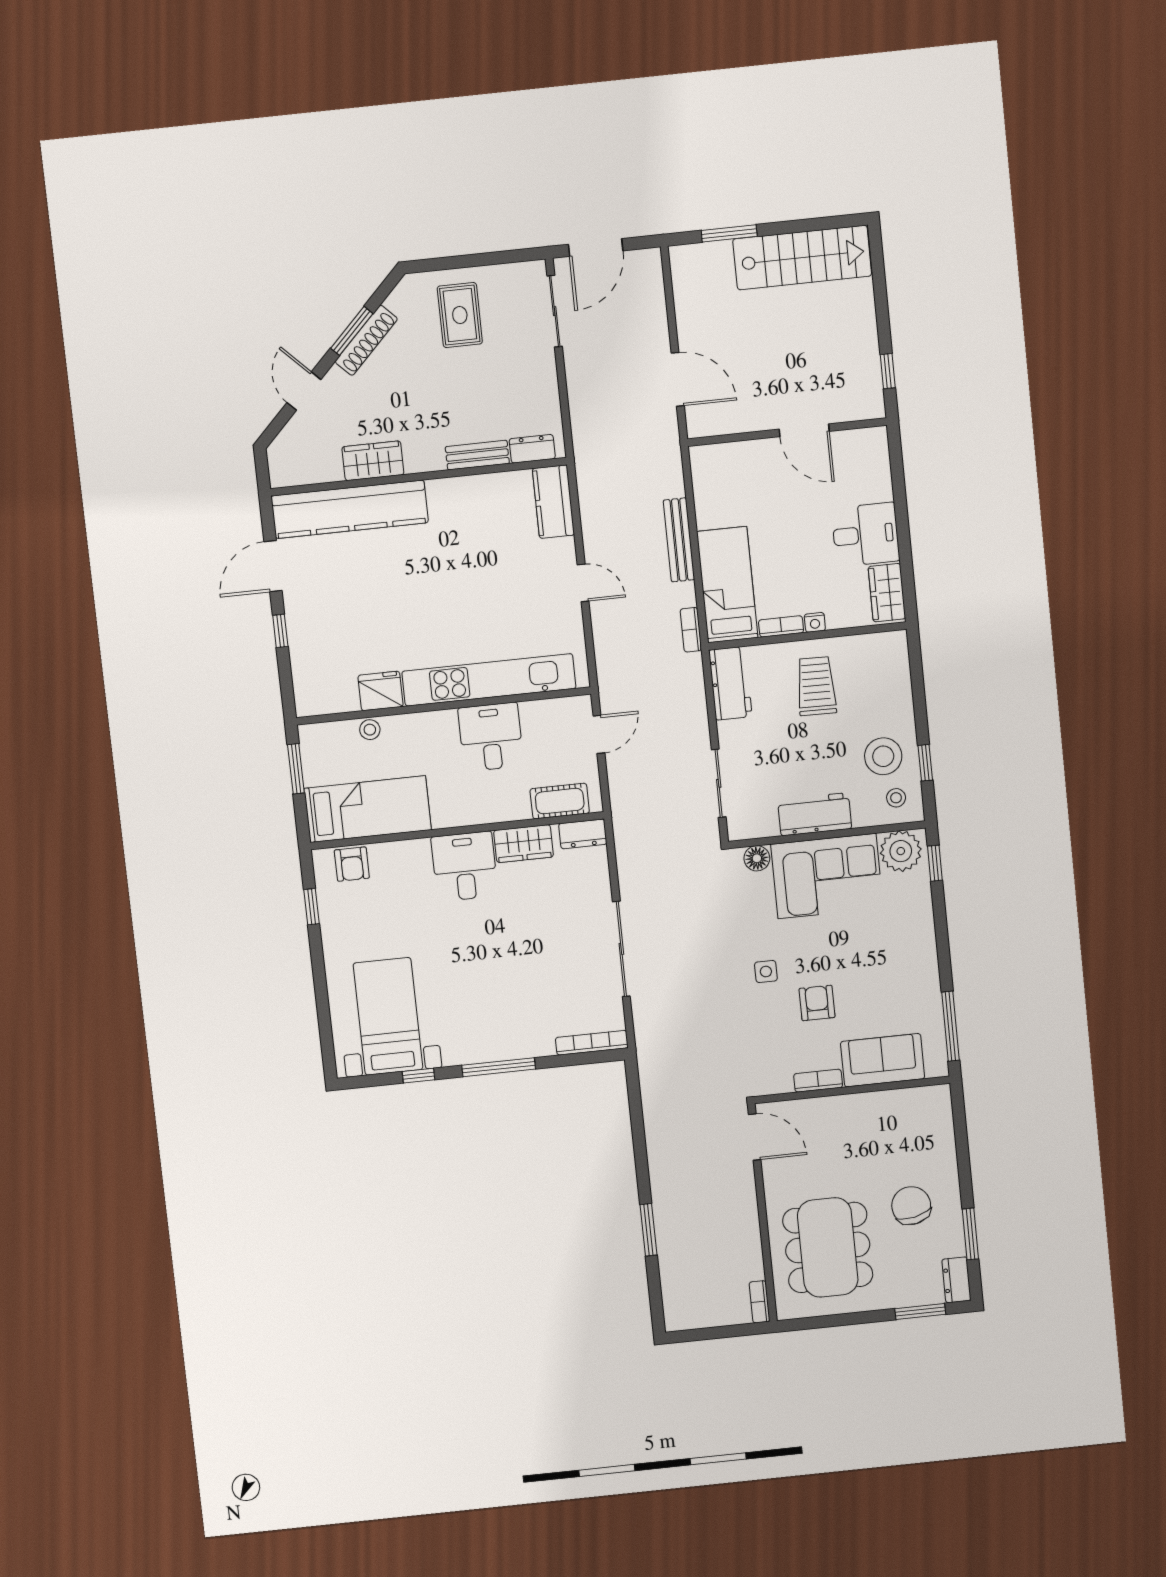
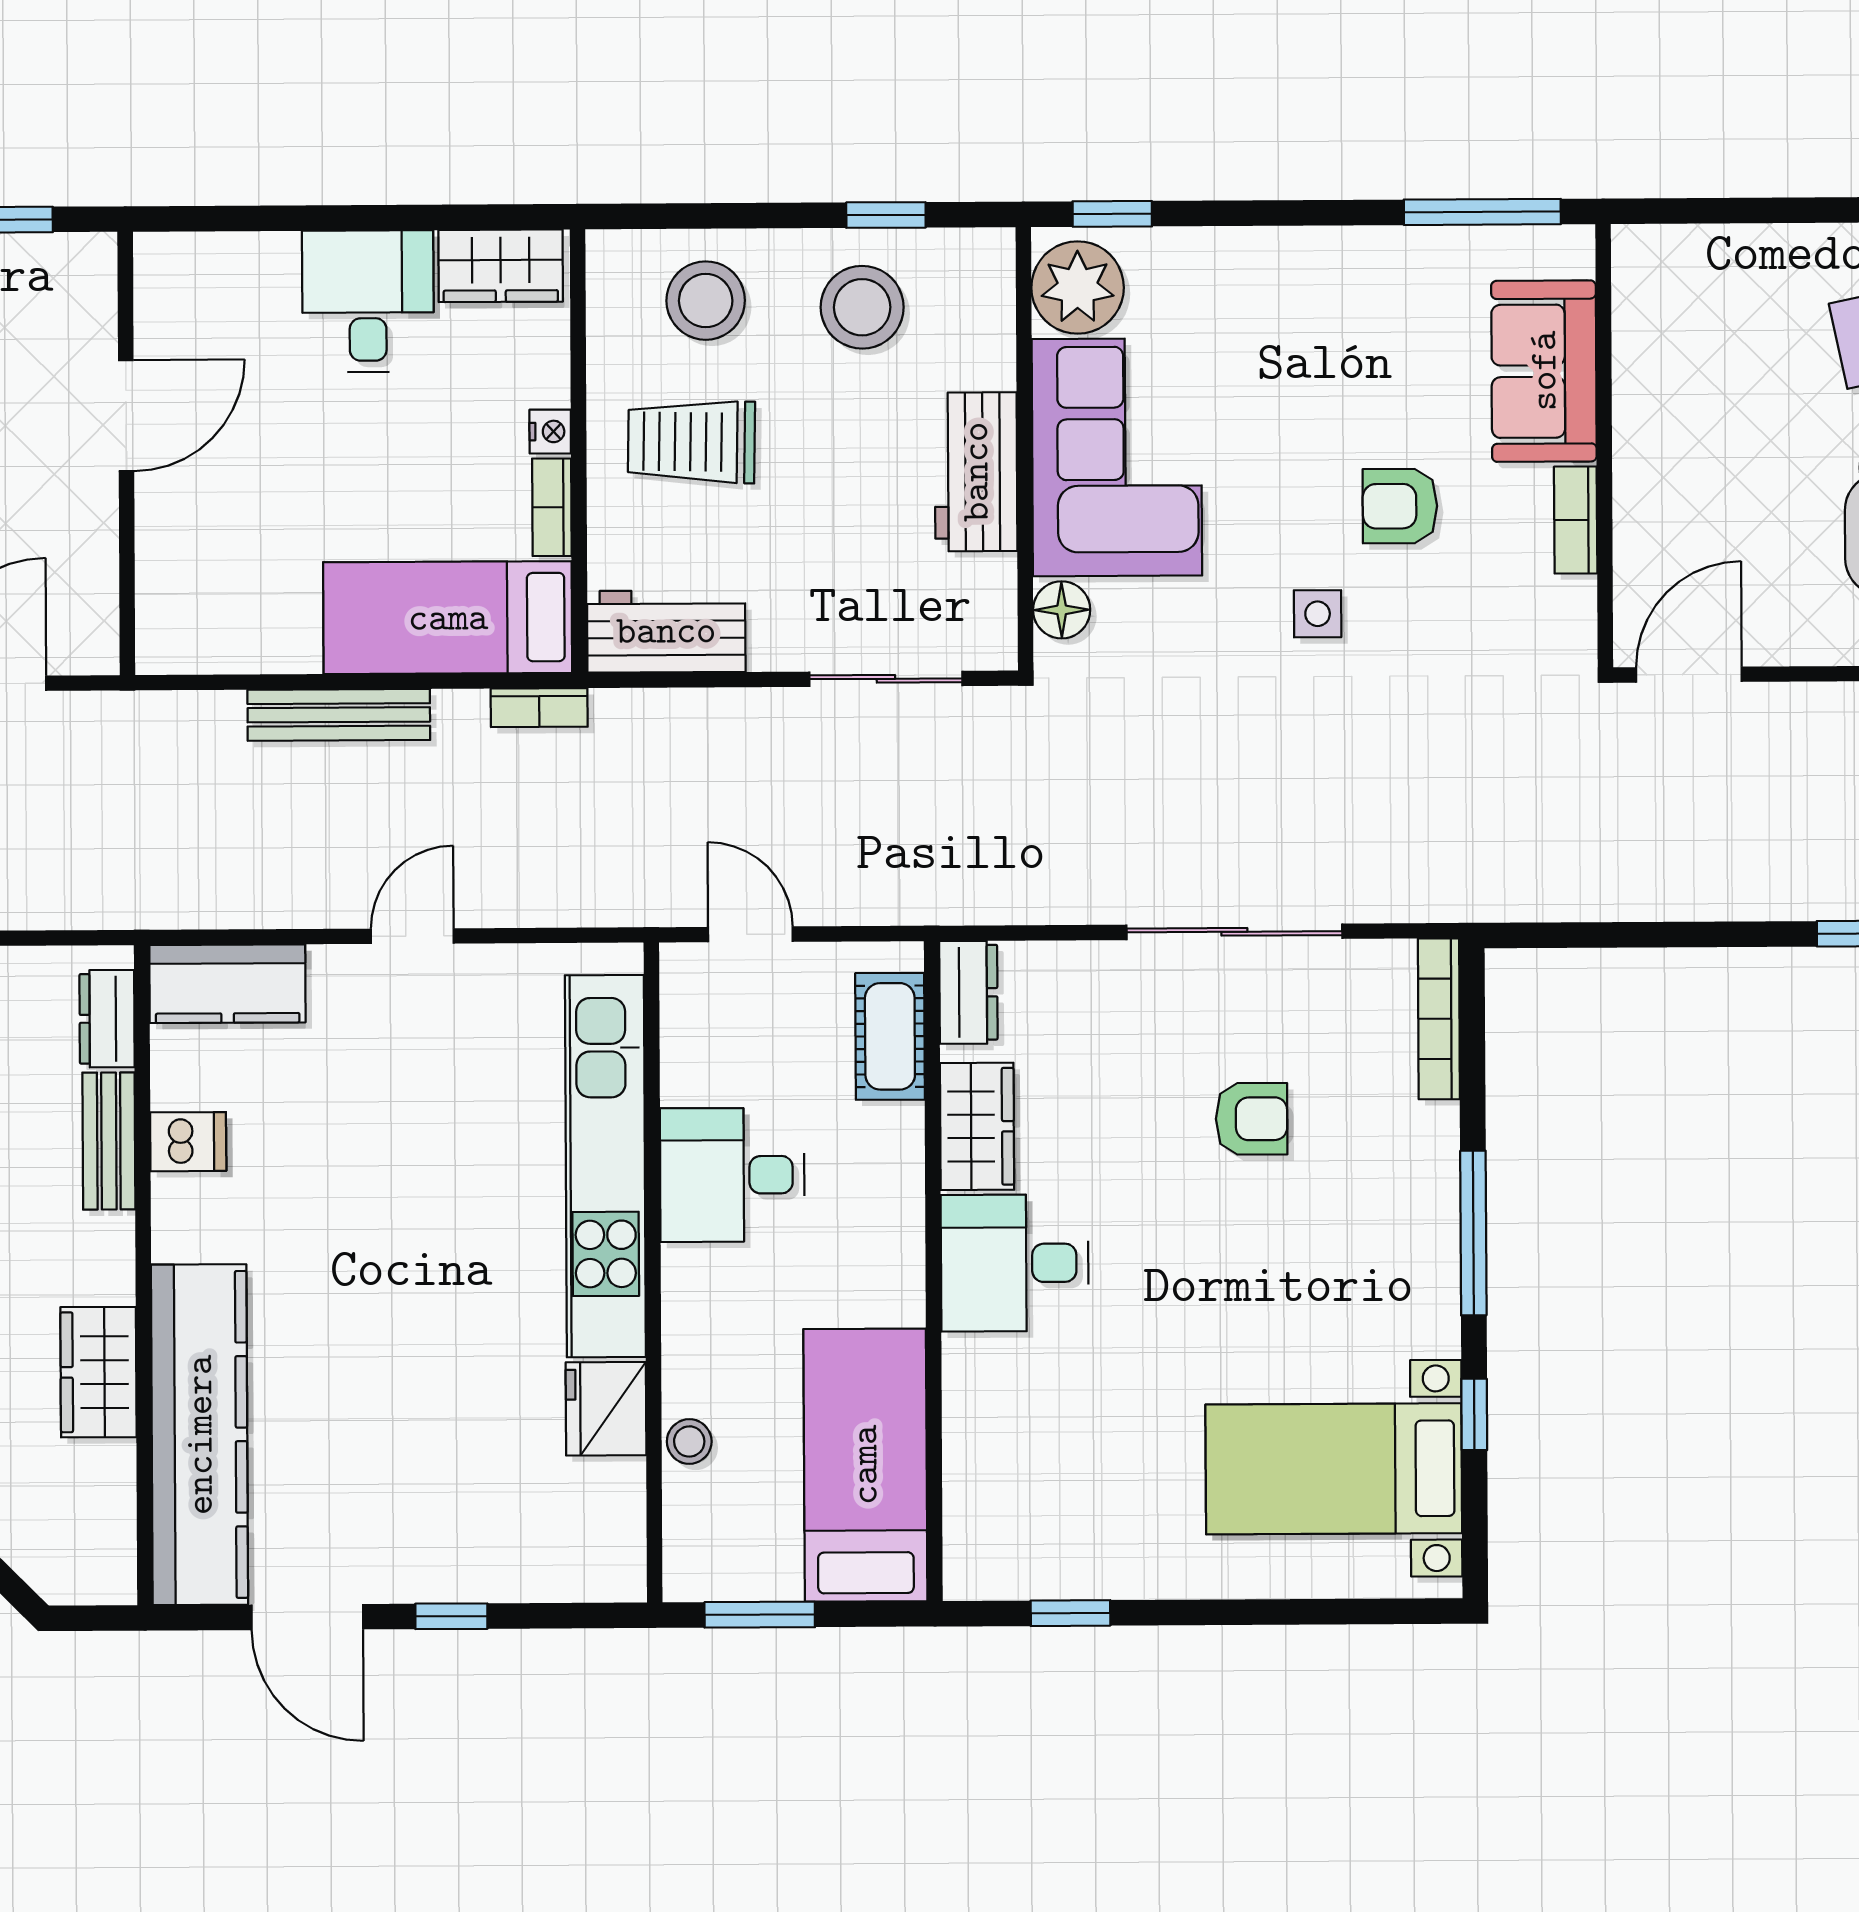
dishwasher: (481, 491) -> (188, 1142), added
stool: (896, 798) -> (706, 301), moved, width x1.89, depth x1.89
armchair: (352, 864) -> (1252, 1119), moved

